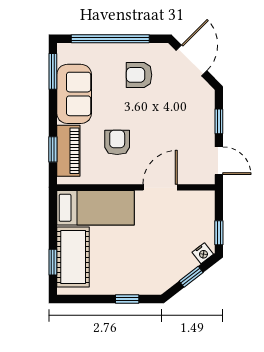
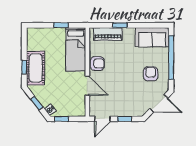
window: (53, 71) -> (153, 25), removed
sofa: (74, 94) -> (152, 37), moved
armchair: (117, 142) -> (97, 63), moved
window: (53, 149) -> (120, 25), moved
cot: (73, 257) -> (36, 68), moved, turned 90
window: (53, 262) -> (61, 25), moved

